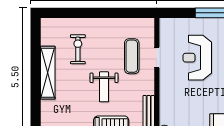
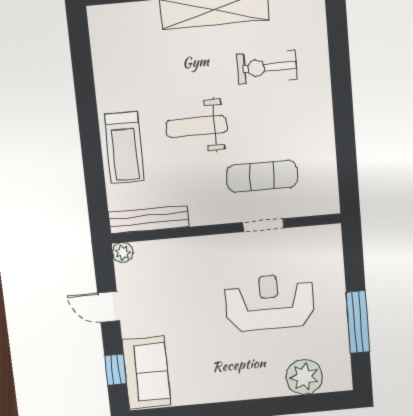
exercise bike: (78, 49) -> (267, 67), turned 180

